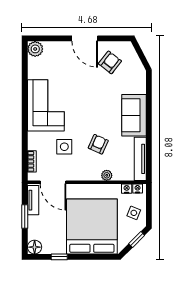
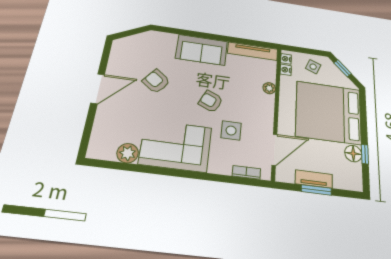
plant: (35, 49) -> (128, 153), moved
armchair: (110, 62) -> (156, 81), moved
armchair: (98, 144) -> (211, 101), moved
tv unit: (33, 200) -> (314, 179), moved
floor lamp: (35, 247) -> (353, 154), moved

